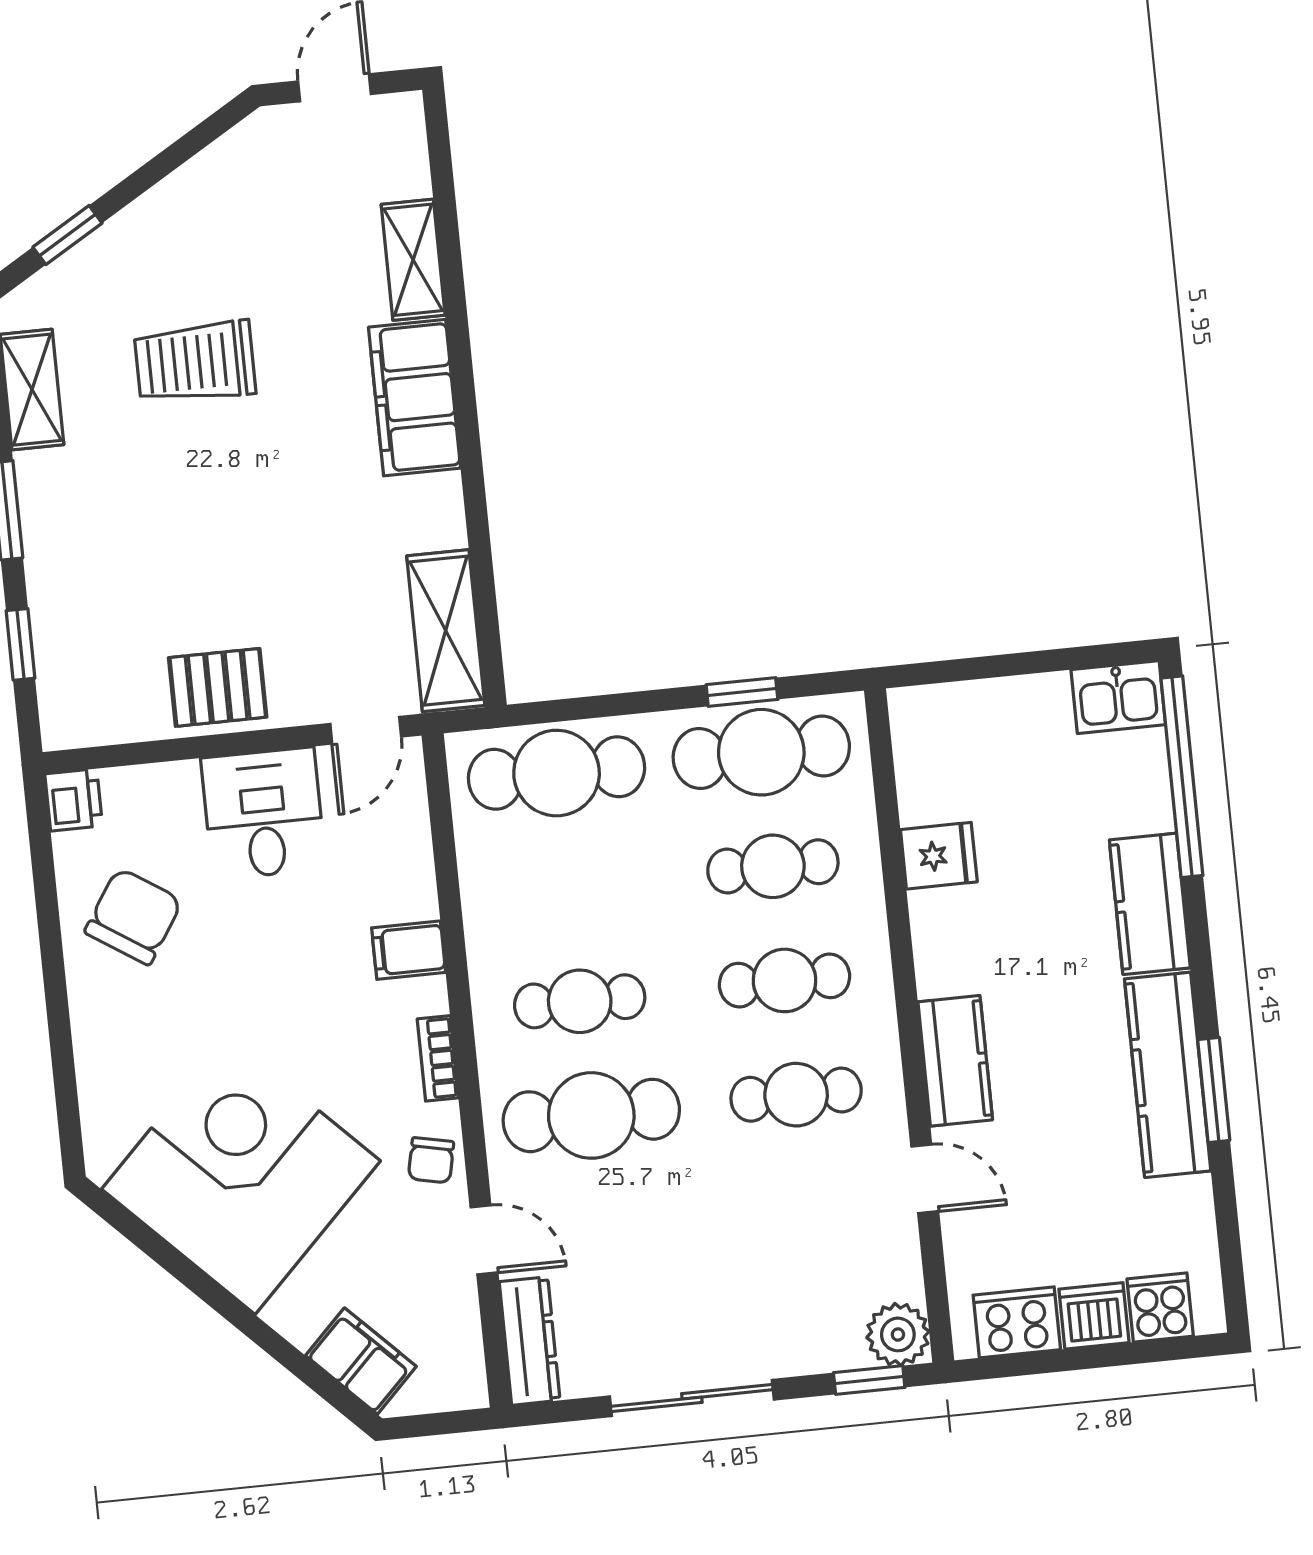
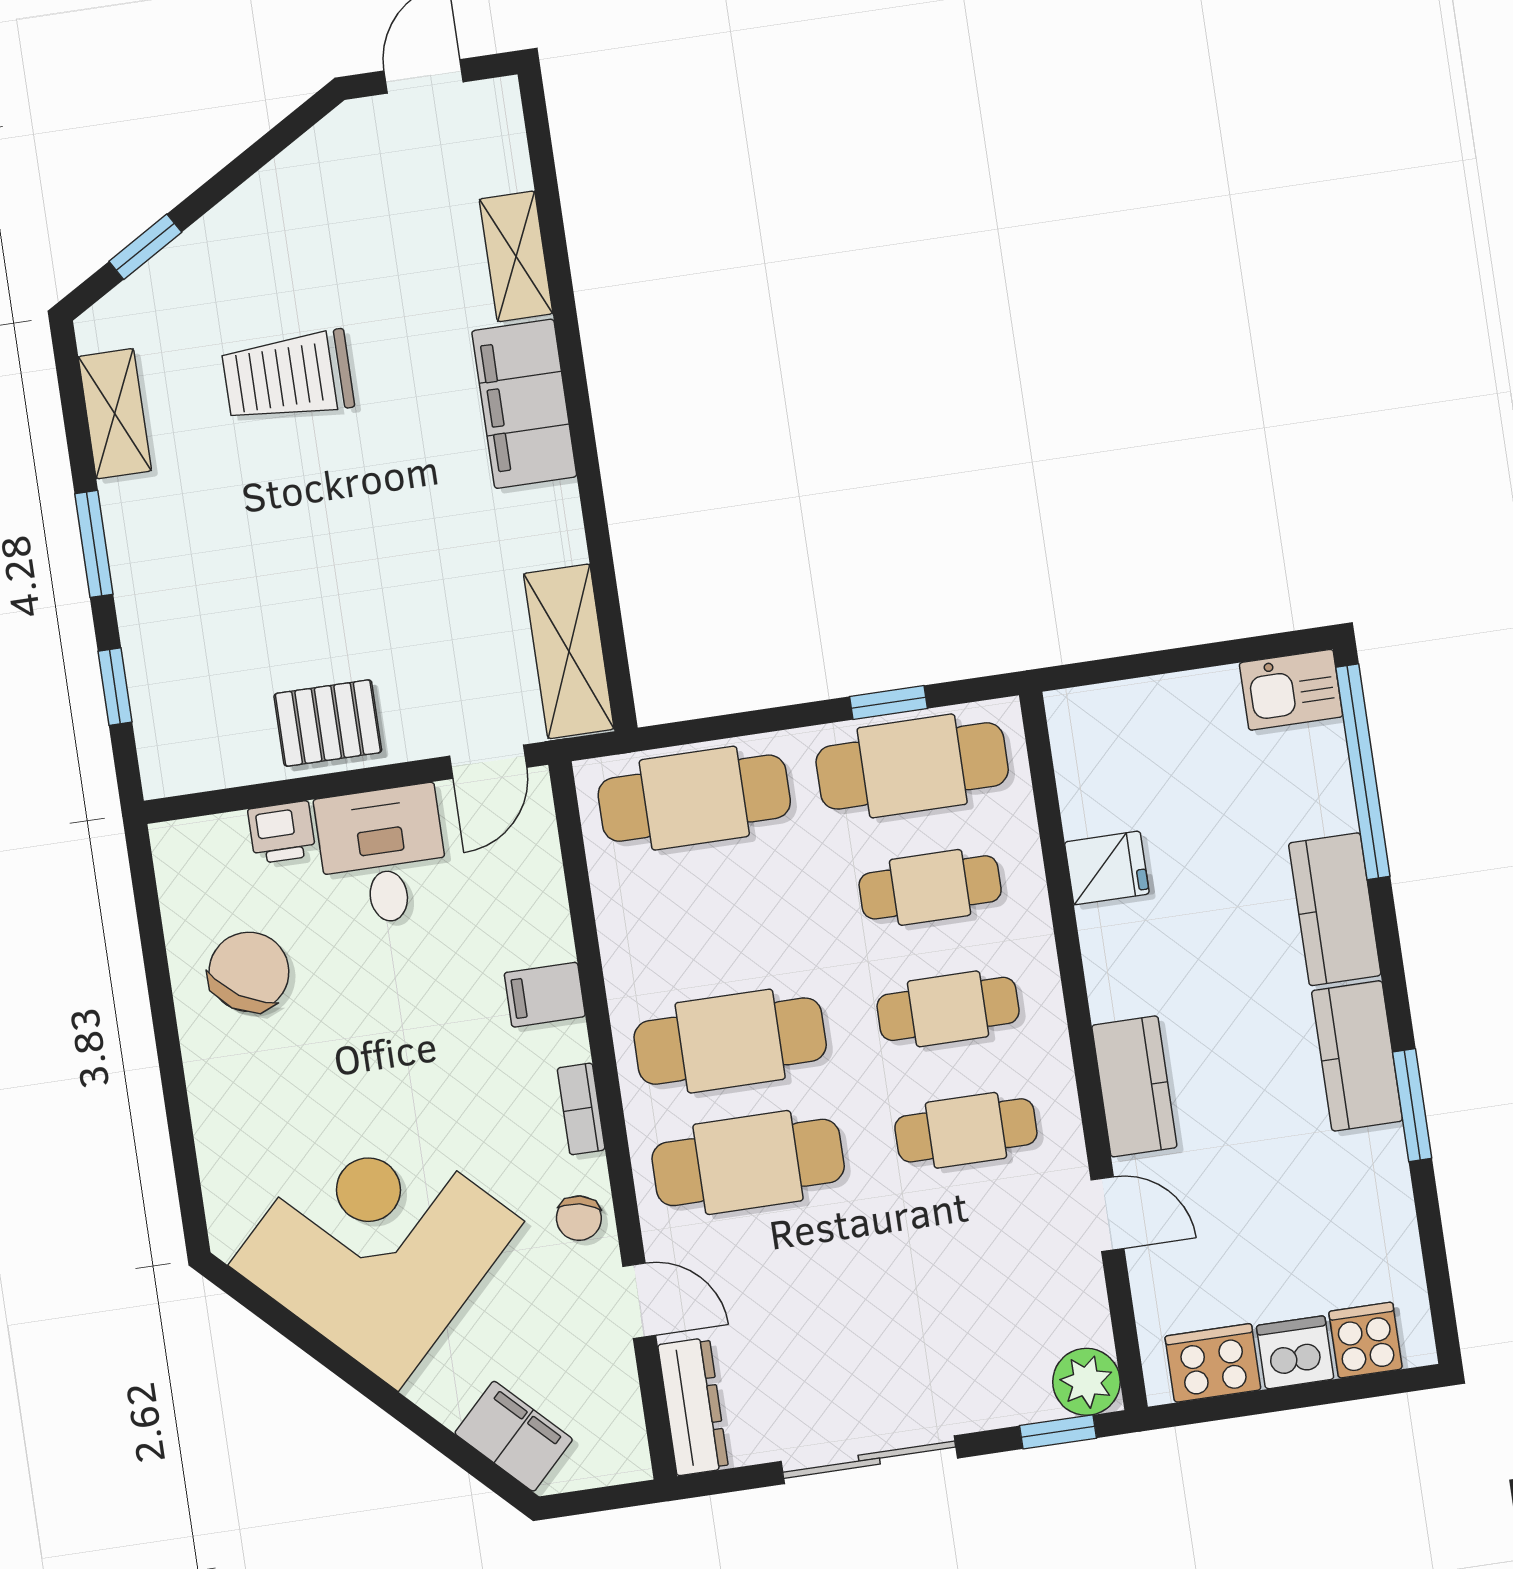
printer: (74, 800) -> (282, 832), moved, turned 90
cafe table: (580, 1001) -> (730, 1041), width x1.37, depth x1.35
kitchen counter: (1168, 1075) -> (1357, 1056), width x0.67

